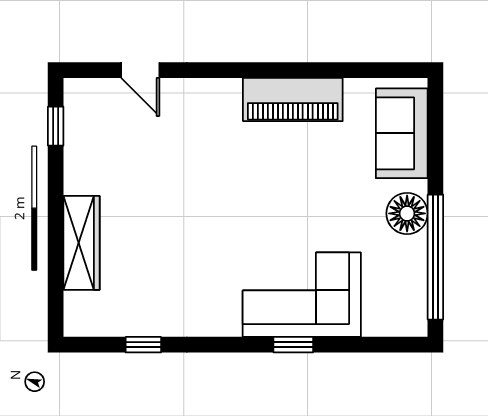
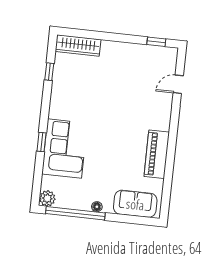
floor lamp: (407, 213) -> (97, 207), width x0.53, depth x0.53
wardrobe: (82, 243) -> (78, 45), moved
plant: (411, 320) -> (47, 198), added

